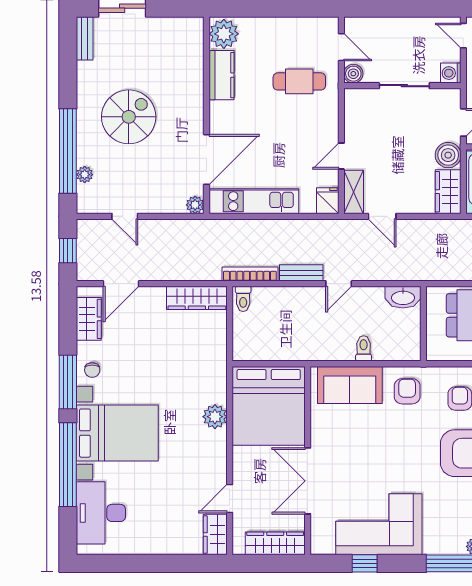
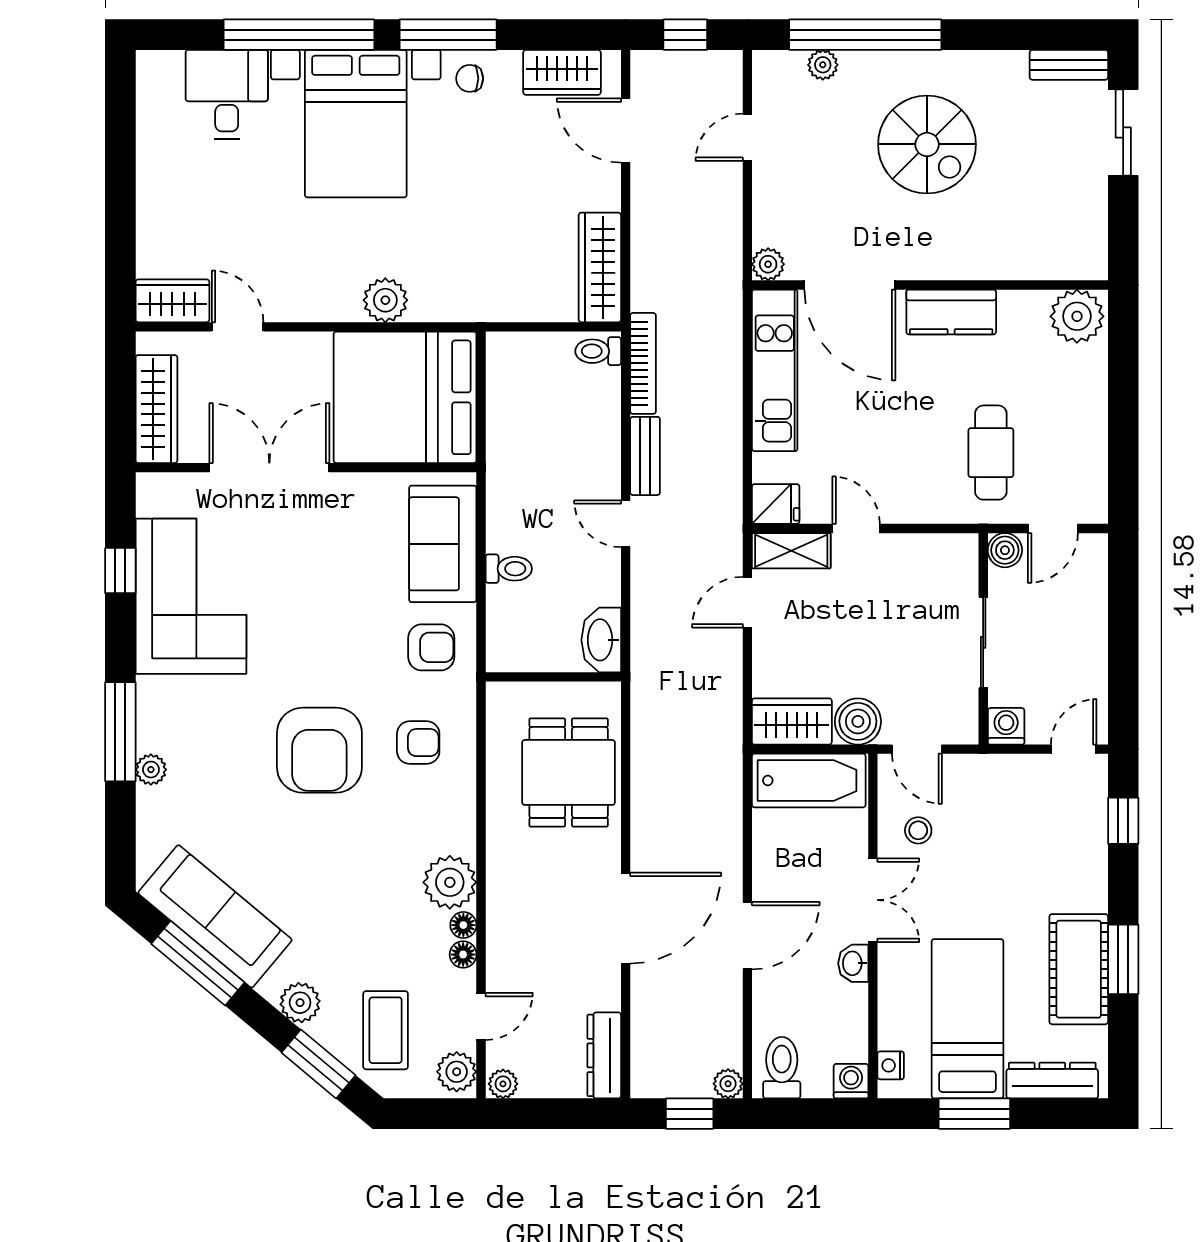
kitchen counter: (221, 75) -> (951, 312), moved
desk: (101, 513) -> (227, 94), width x0.73

